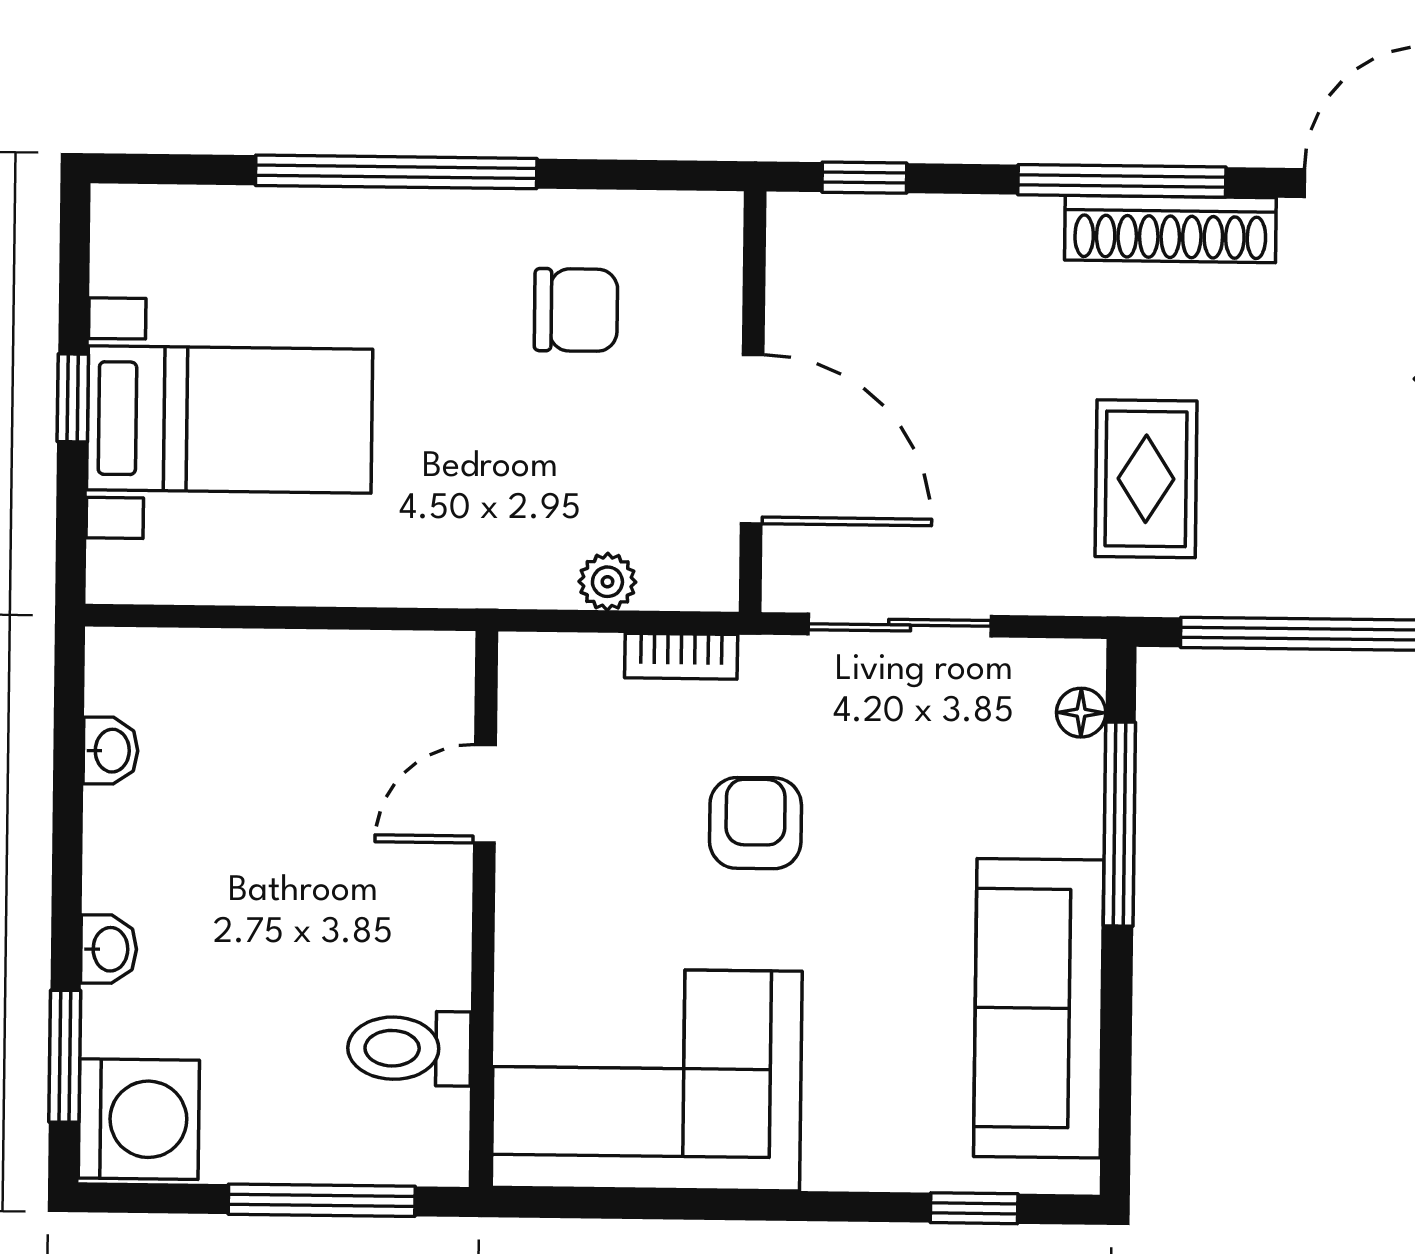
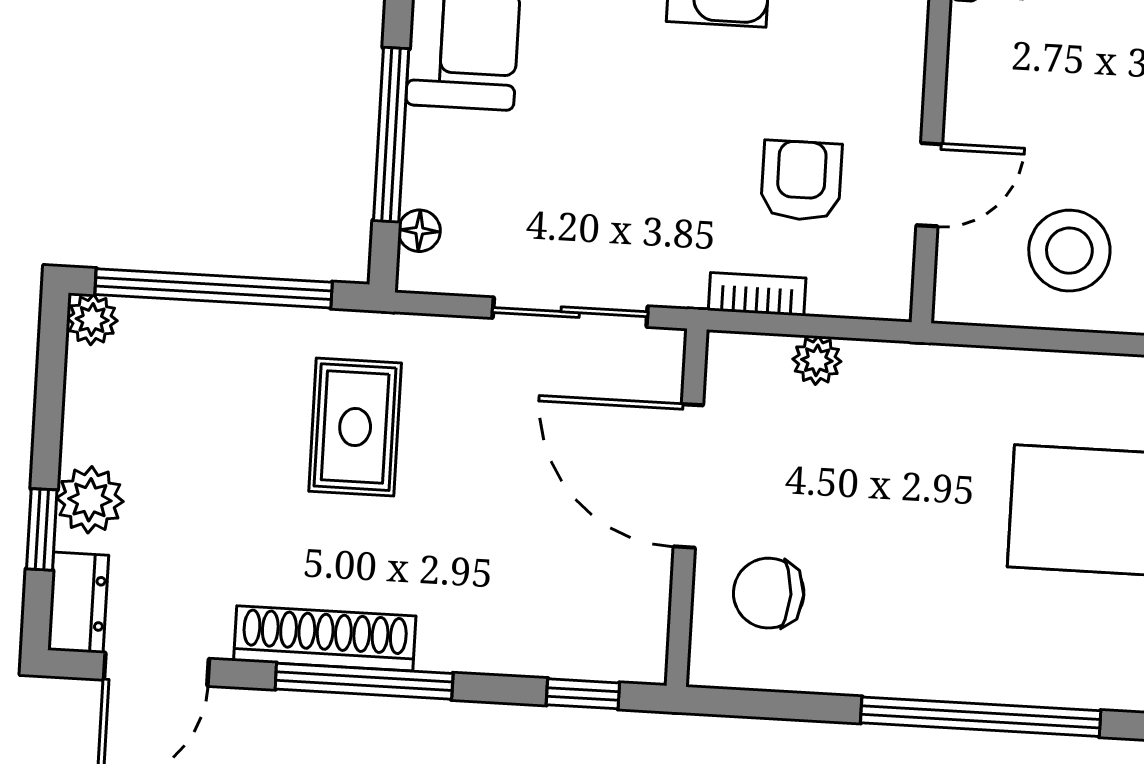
chair: (576, 310) -> (769, 593), moved
stool: (317, 724) -> (1069, 251), added
armchair: (755, 823) -> (801, 181), moved, turned 180

